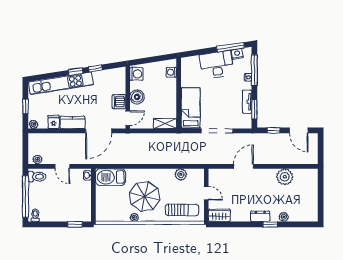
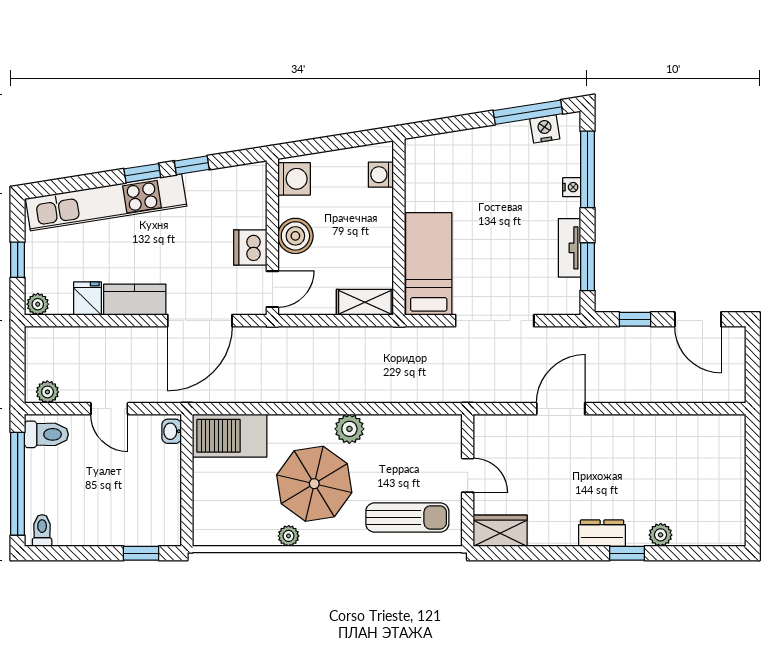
desk: (217, 65) -> (494, 156), removed
plant: (181, 174) -> (349, 429), moved
plant: (285, 177) -> (663, 435), removed

